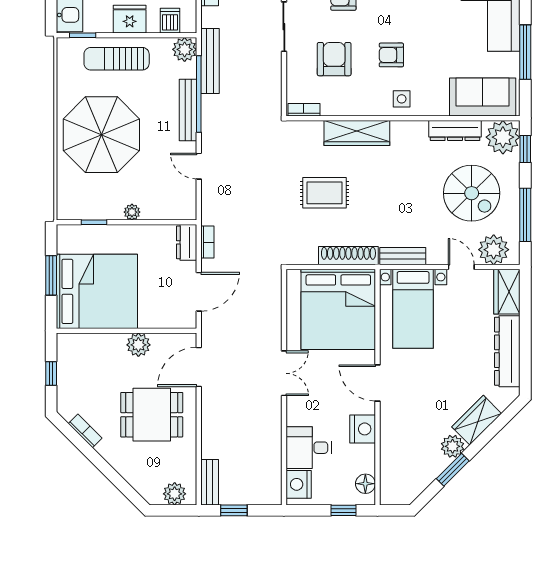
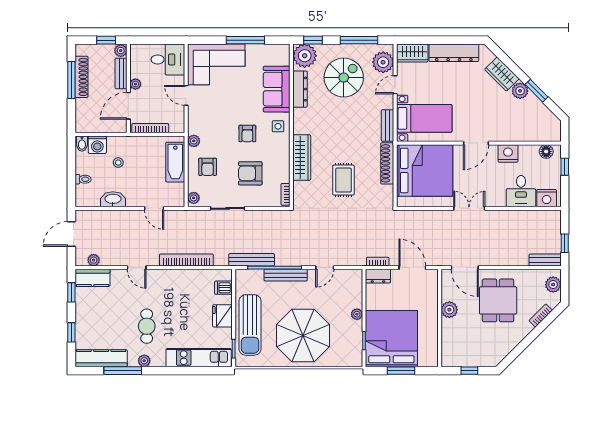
plant: (185, 49) -> (244, 278), removed
sun lounger: (117, 59) -> (250, 325), width x1.36, depth x1.34
sofa: (483, 97) -> (277, 89), moved
bed: (97, 291) -> (391, 339), moved
bookcase: (85, 431) -> (541, 315), moved

